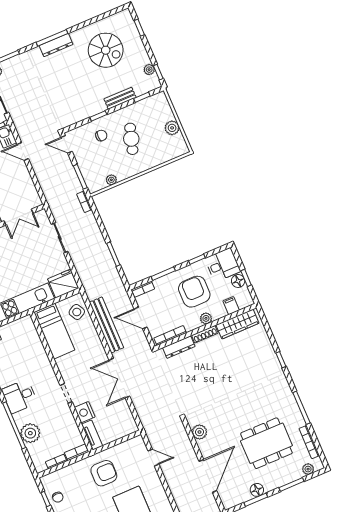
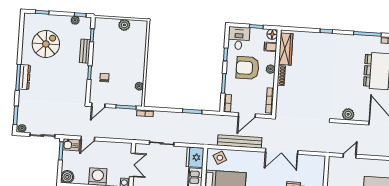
cafe table: (131, 139) -> (117, 58), removed
floor lamp: (238, 281) -> (272, 34), moved
dresser: (179, 347) -> (281, 99), removed

